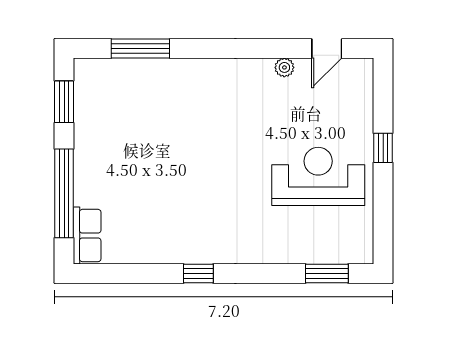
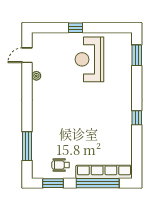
door: (327, 48) -> (27, 55), swing flipped
wheelchair: (101, 117) -> (61, 165), added
row of seats: (87, 236) -> (104, 172), width x2.02

